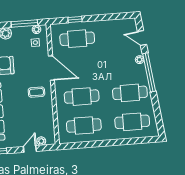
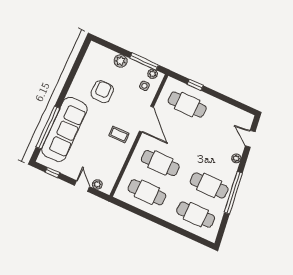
window: (149, 72) -> (233, 193), moved
door: (30, 149) -> (82, 186), hinge flipped

